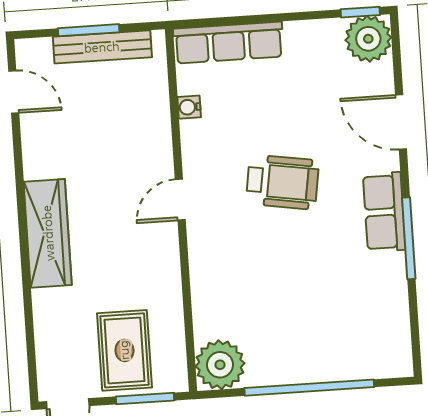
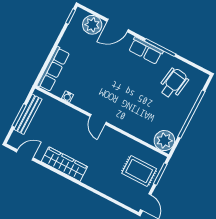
plant: (368, 39) -> (92, 25), moved
wheelchair: (282, 182) -> (173, 83), moved
wardrobe: (48, 233) -> (64, 164), moved

